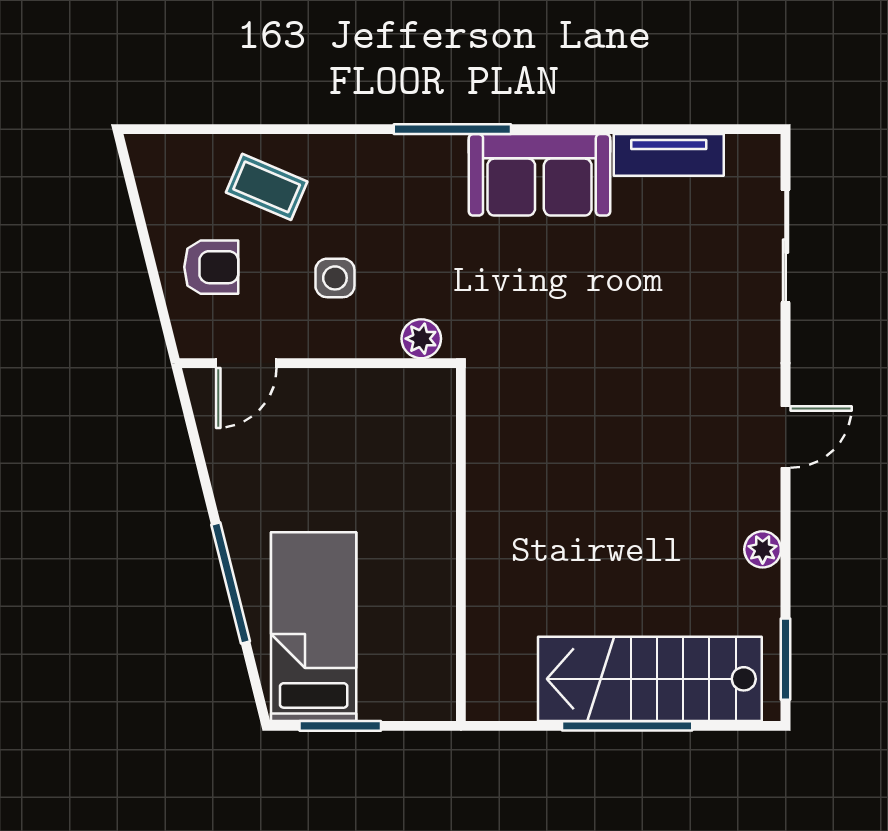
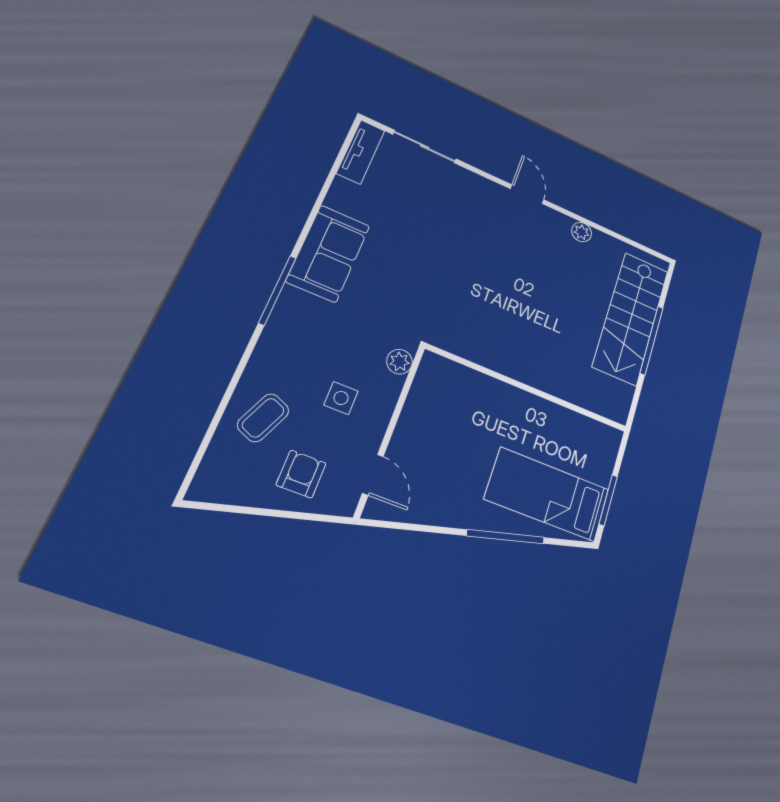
tv unit: (669, 155) -> (361, 152), moved
window: (786, 659) -> (640, 247), removed

